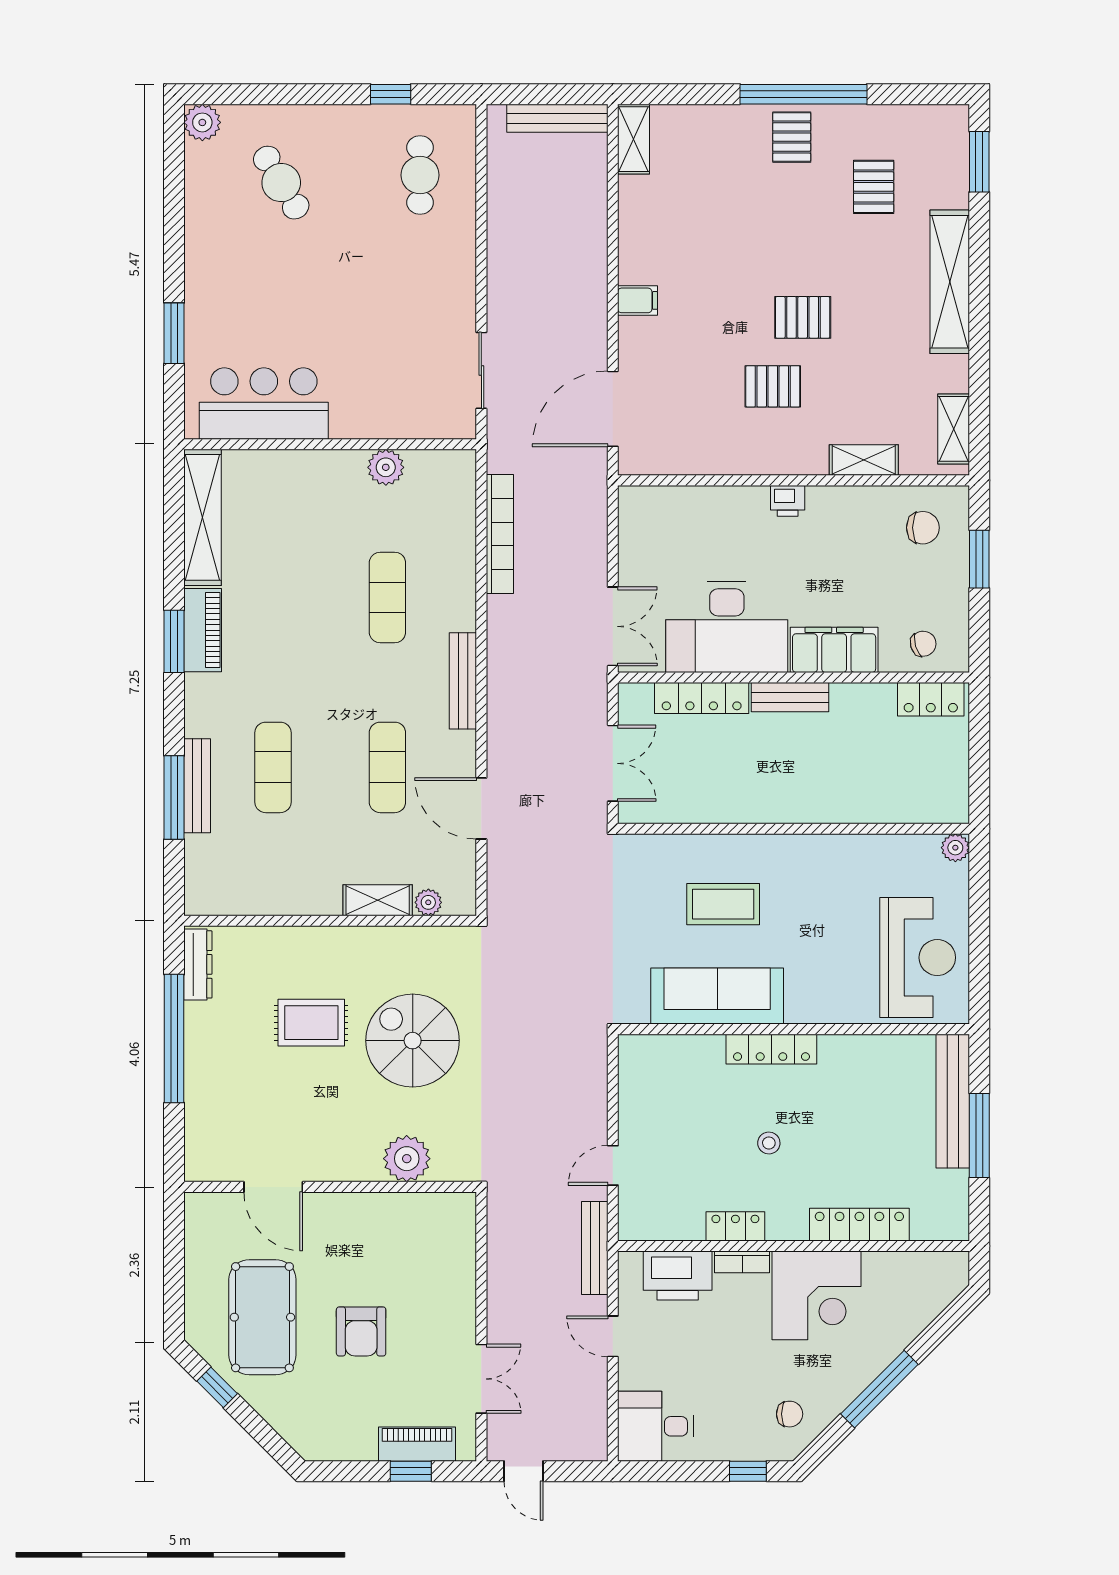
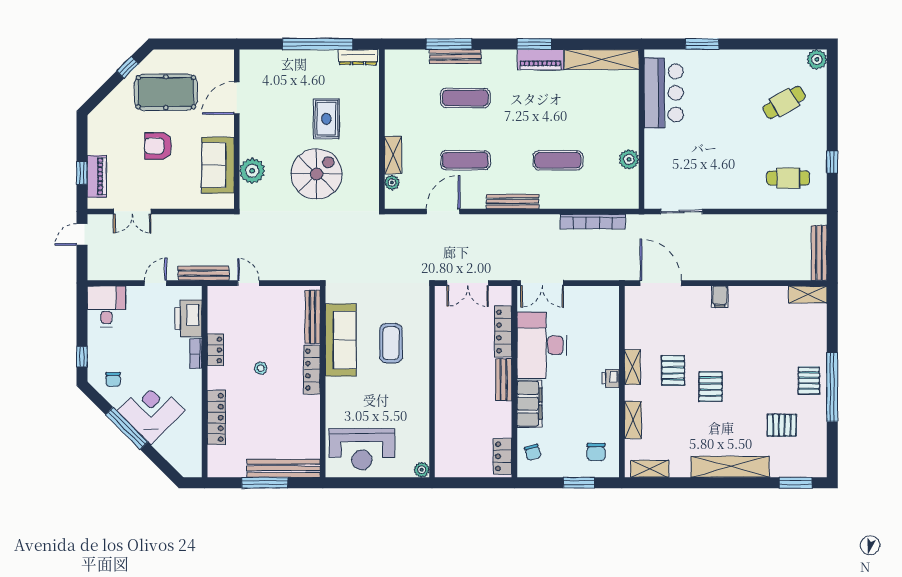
pallet: (792, 137) -> (809, 381), turned 90
shelving: (767, 461) -> (632, 367), added
bench: (675, 1048) -> (313, 317), added
sofa: (396, 1222) -> (218, 165), added
corner desk: (816, 1295) -> (151, 411), moved, turned 135

